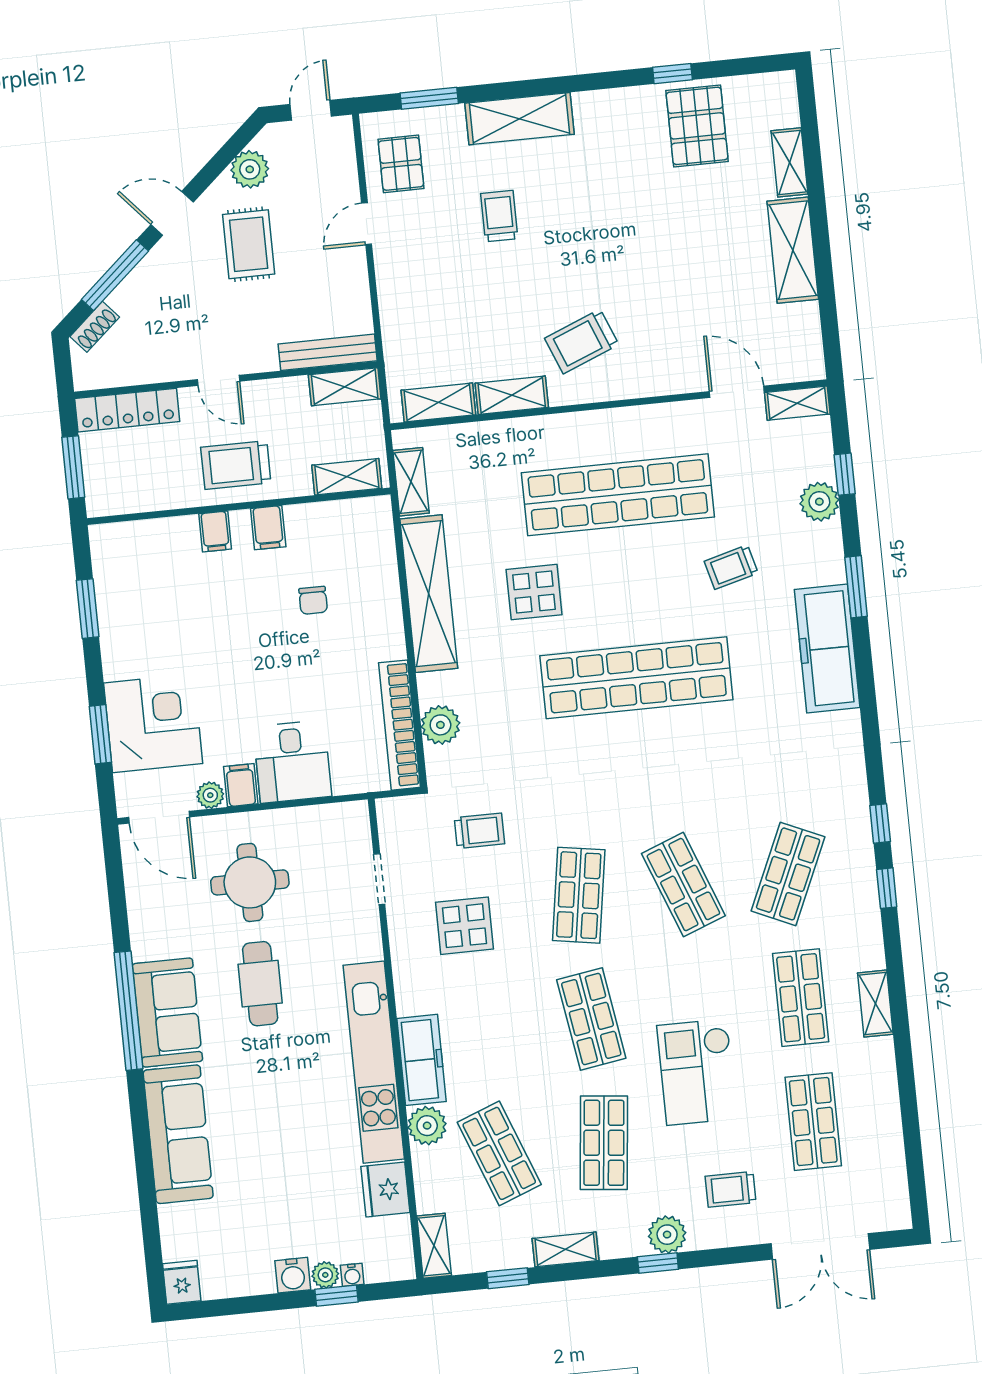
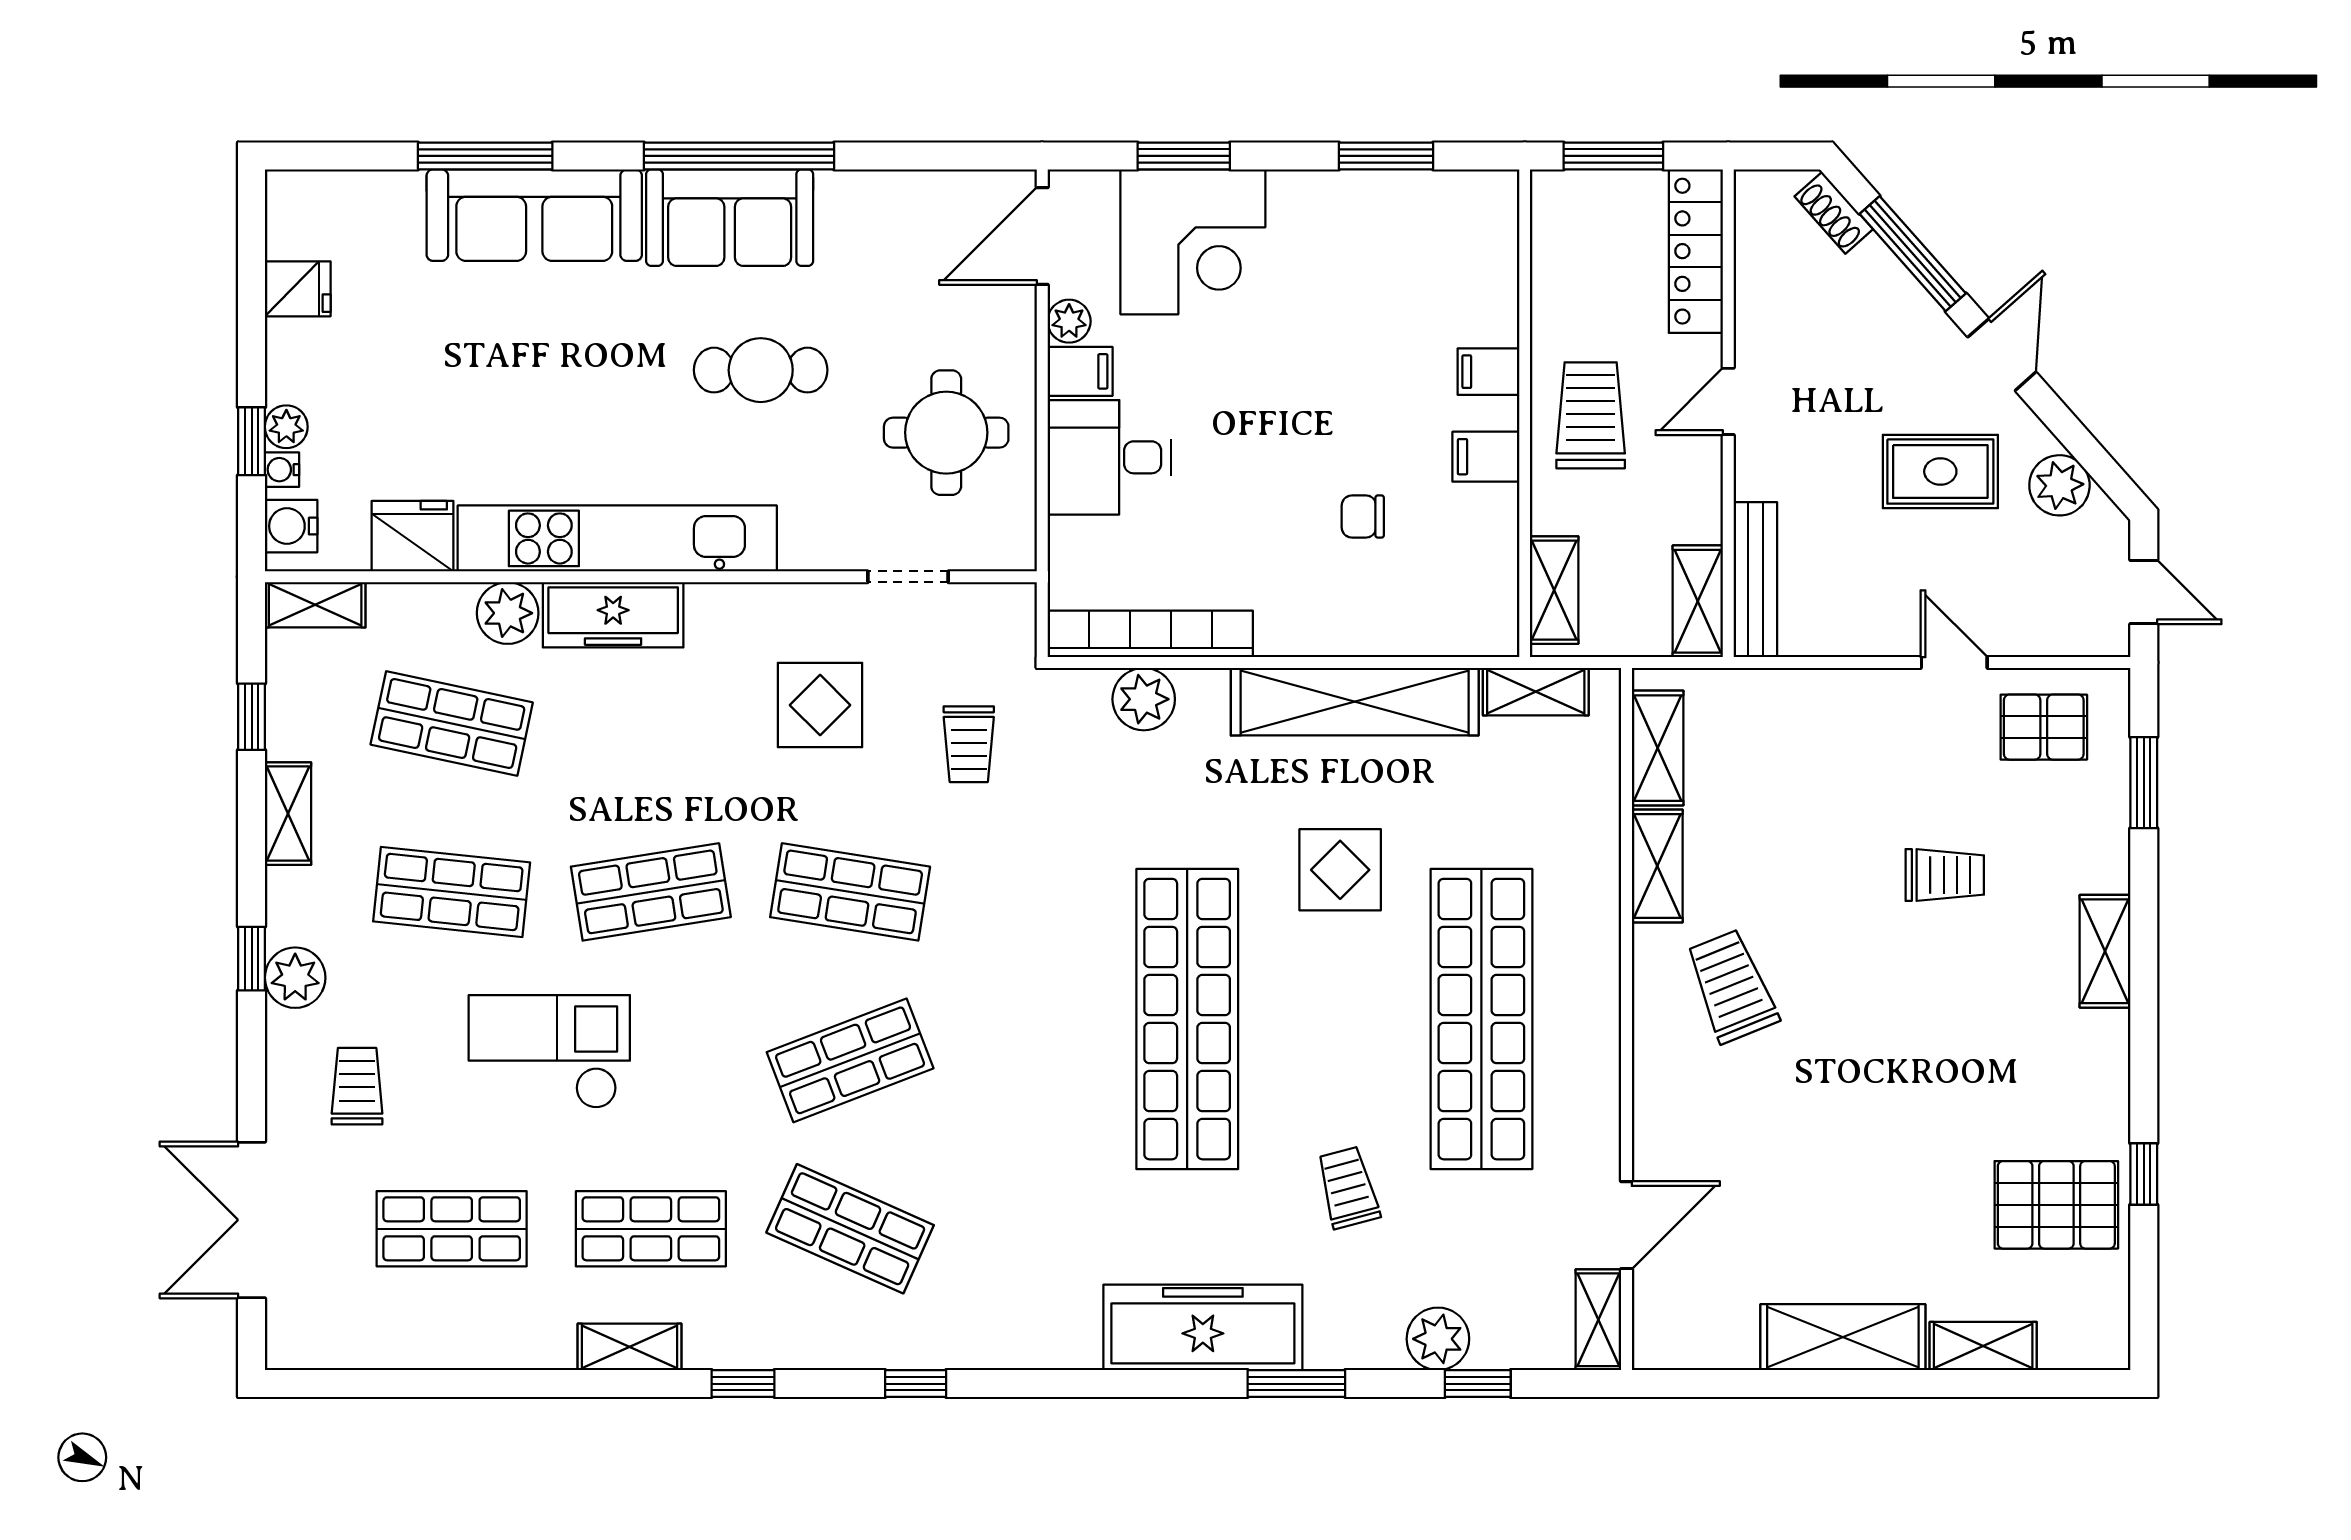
shelving: (519, 119) -> (2105, 951), width x0.67, depth x0.75
round table: (250, 882) -> (946, 433), moved
window: (887, 888) -> (743, 1384), moved
shop shelf: (499, 1153) -> (452, 724), turned 33
window: (144, 1168) -> (485, 156), added
water cooler: (293, 1275) -> (291, 526), moved
fridge: (182, 1282) -> (298, 289), moved

